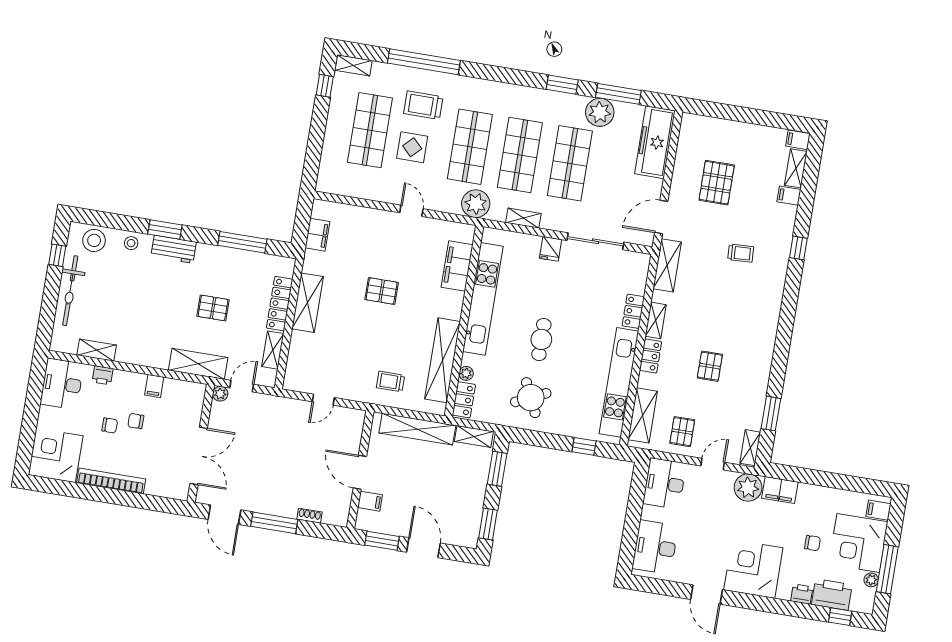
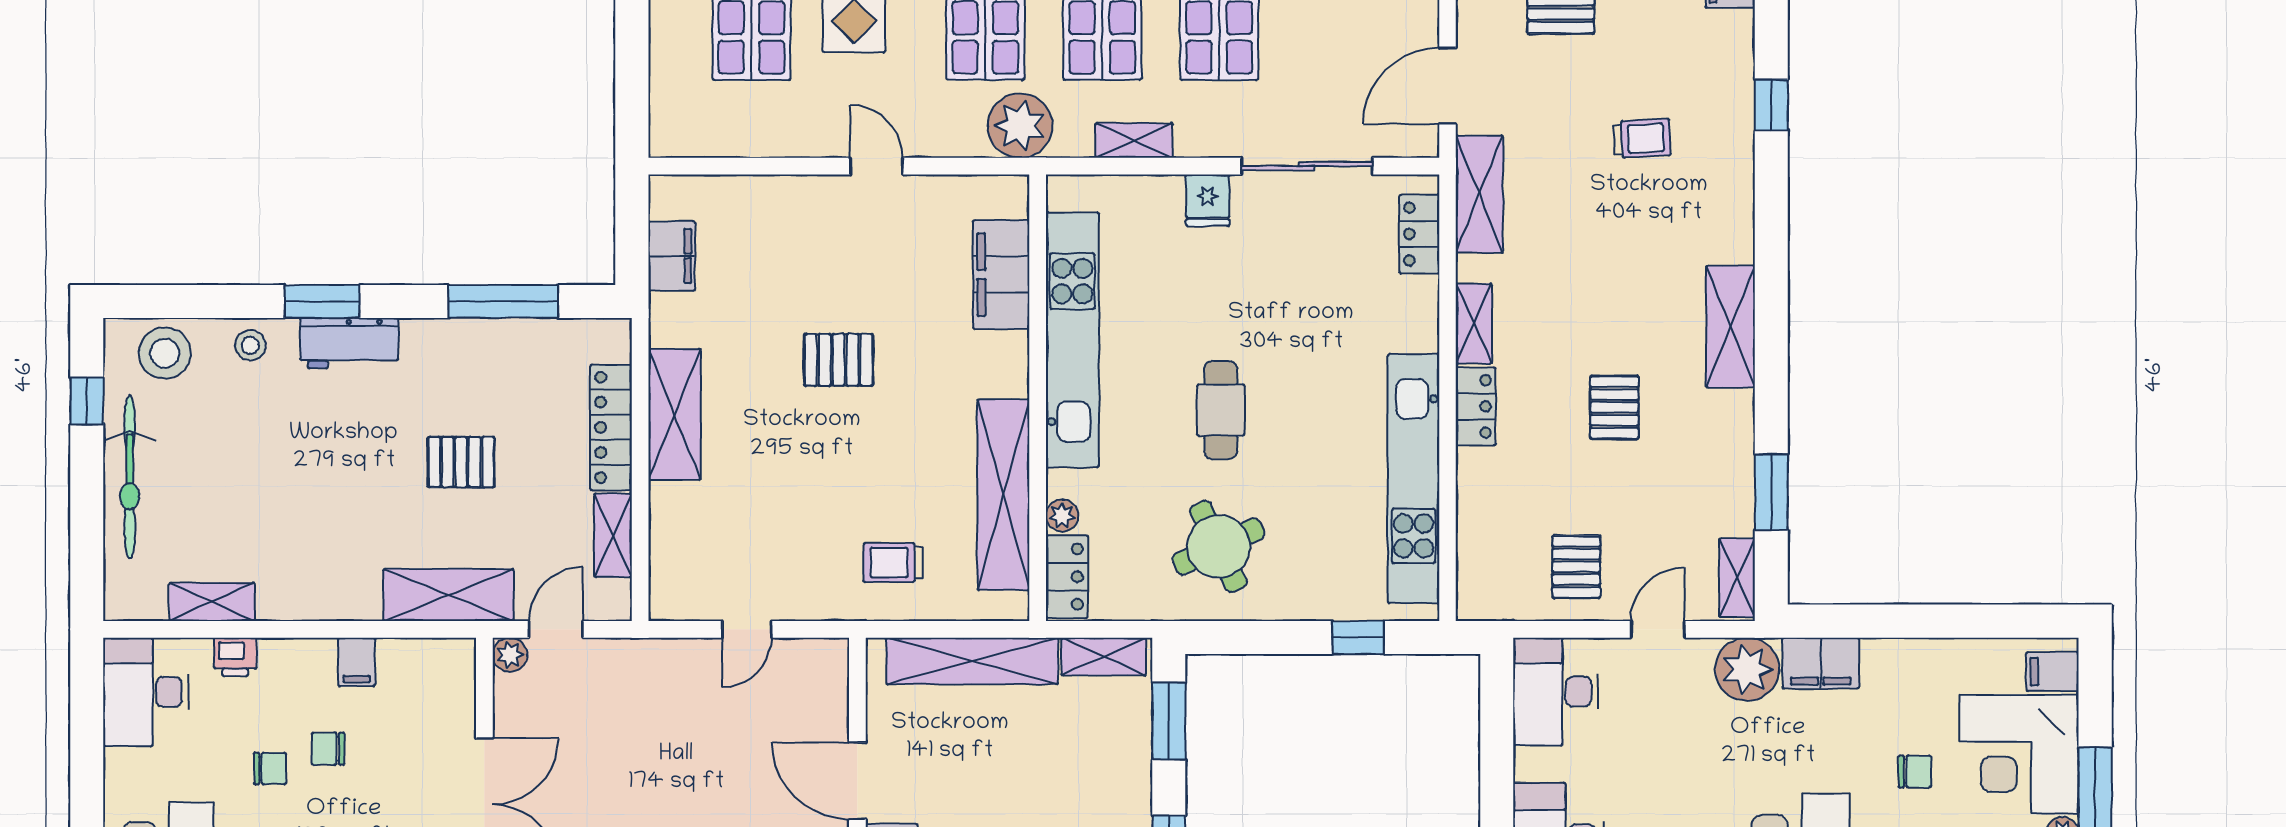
locker: (633, 311) -> (1419, 234), moved
shelving: (643, 415) -> (1731, 327), moved

